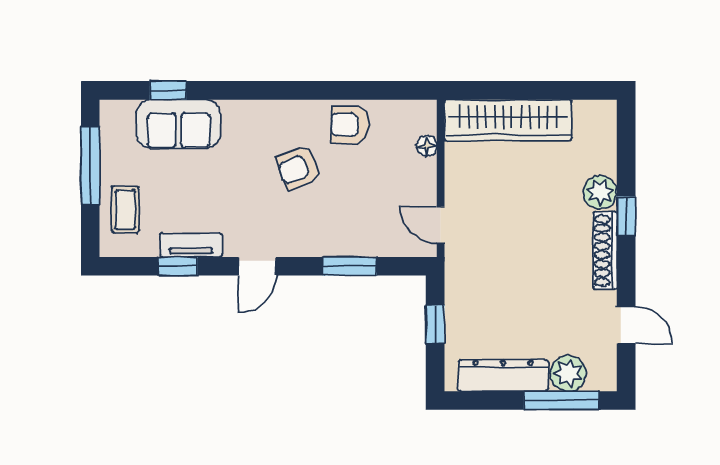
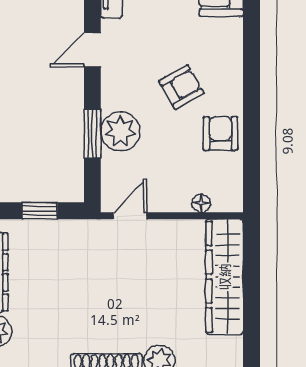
armchair: (298, 168) -> (181, 87), turned 81
plant: (347, 235) -> (120, 131), added
door: (257, 266) -> (92, 50), hinge flipped

